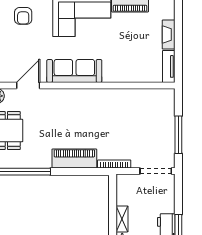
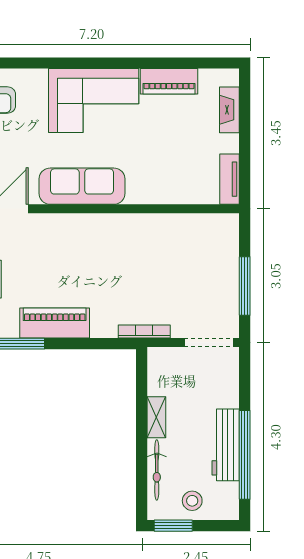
fireplace: (169, 34) -> (229, 110), moved
piano: (74, 159) -> (55, 323), moved

